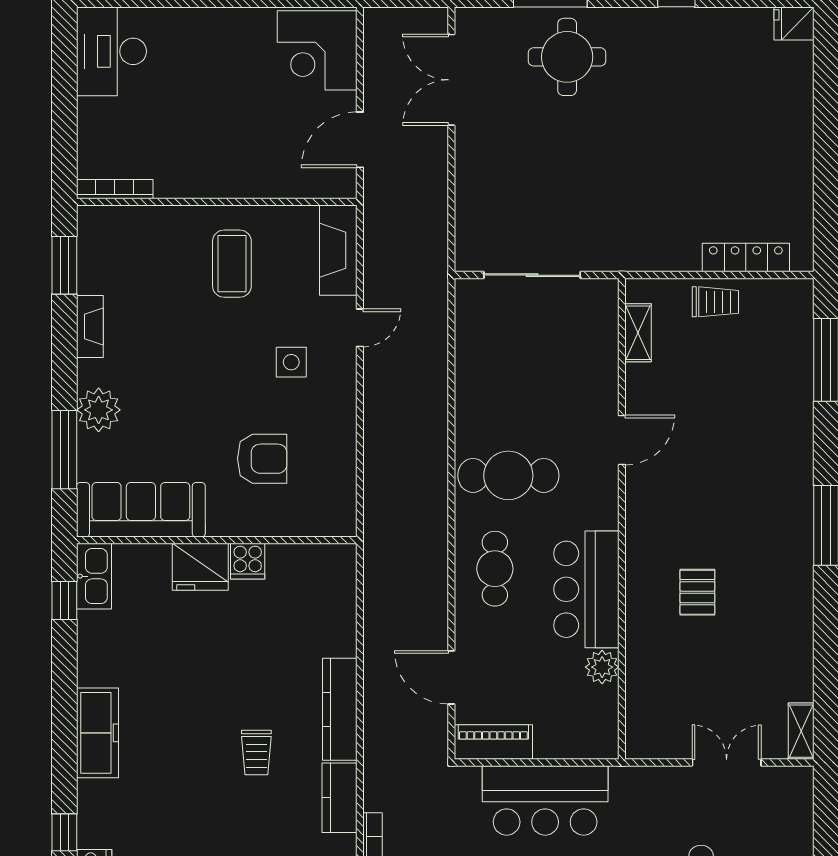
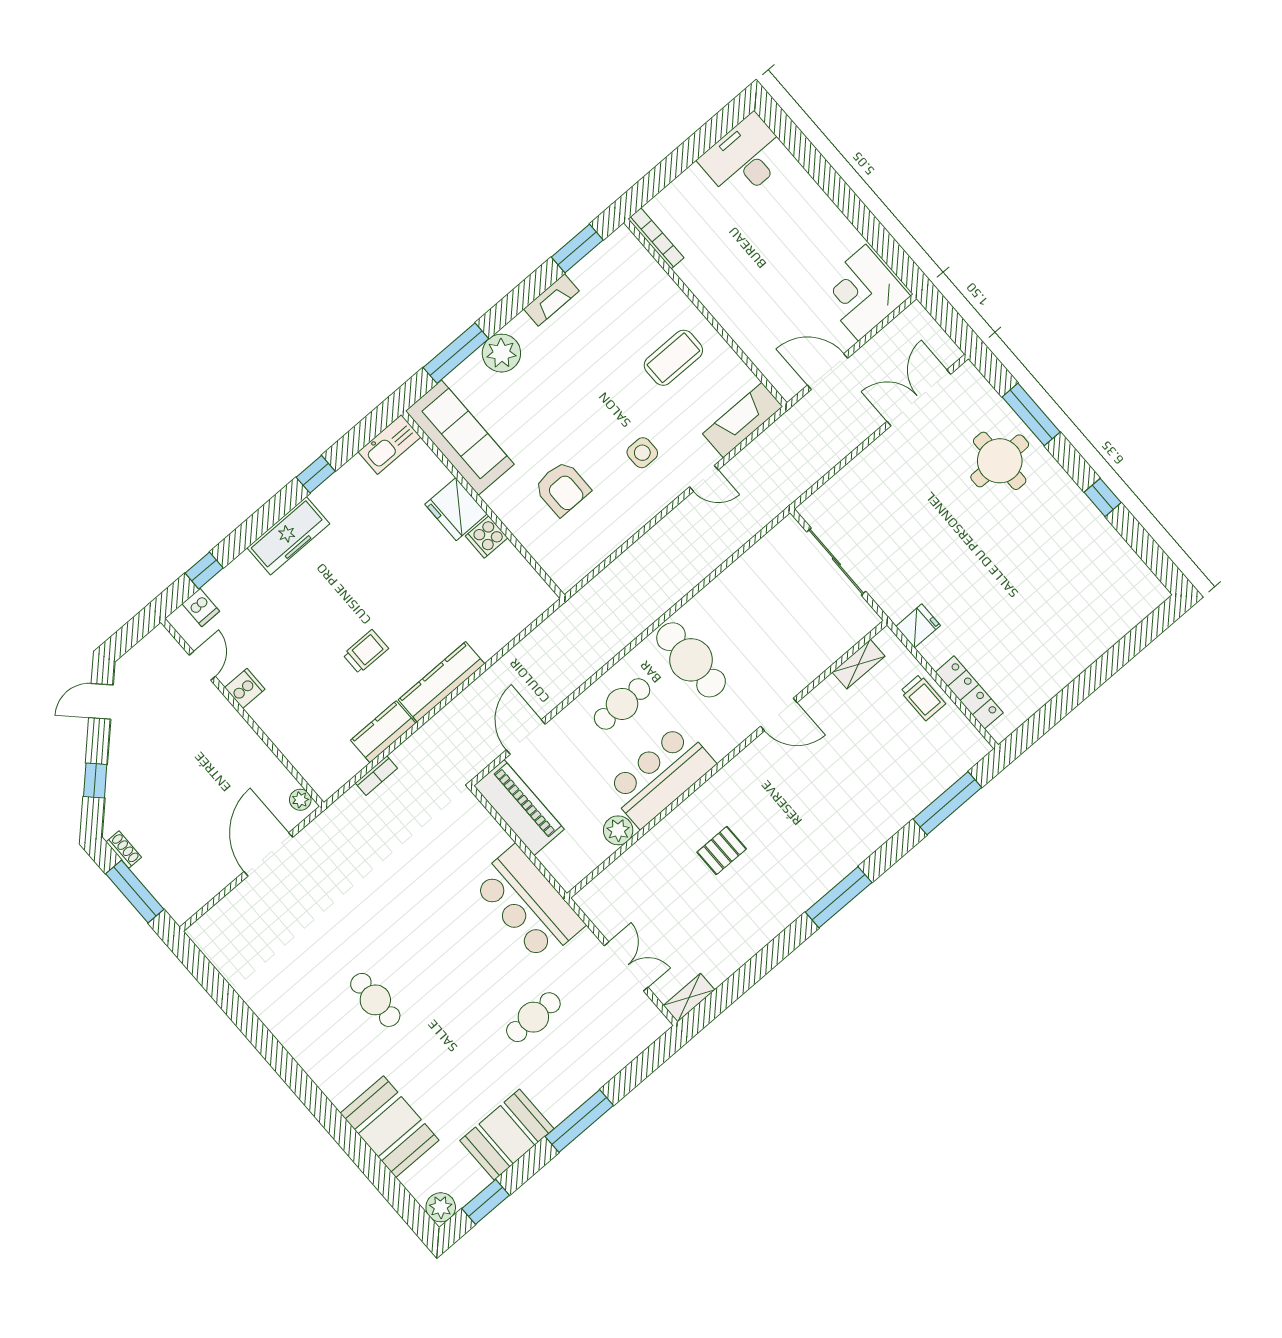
fridge: (794, 24) -> (918, 626), moved, turned 90
window: (64, 600) -> (316, 474), moved
piano: (493, 742) -> (519, 808), width x1.37, depth x1.33
trolley: (256, 753) -> (366, 652), turned 180
bar counter: (545, 800) -> (528, 904), moved

